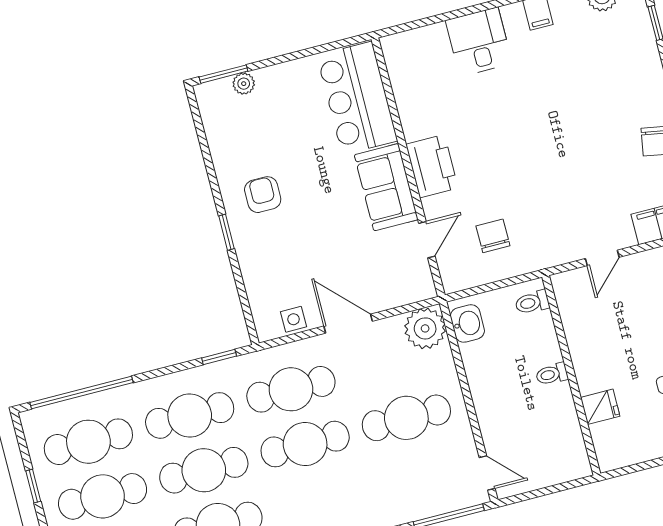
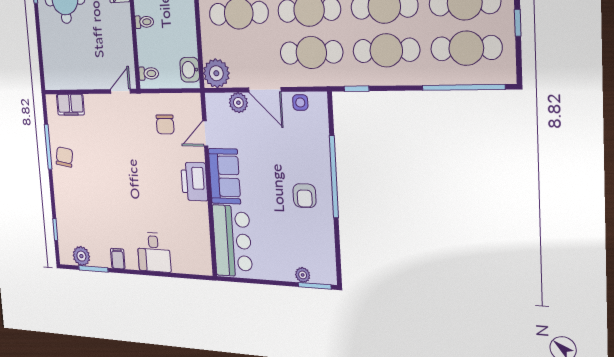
window: (226, 232) -> (334, 177), width x3.17
door: (602, 258) -> (120, 91), moved
plant: (384, 296) -> (238, 103), added

